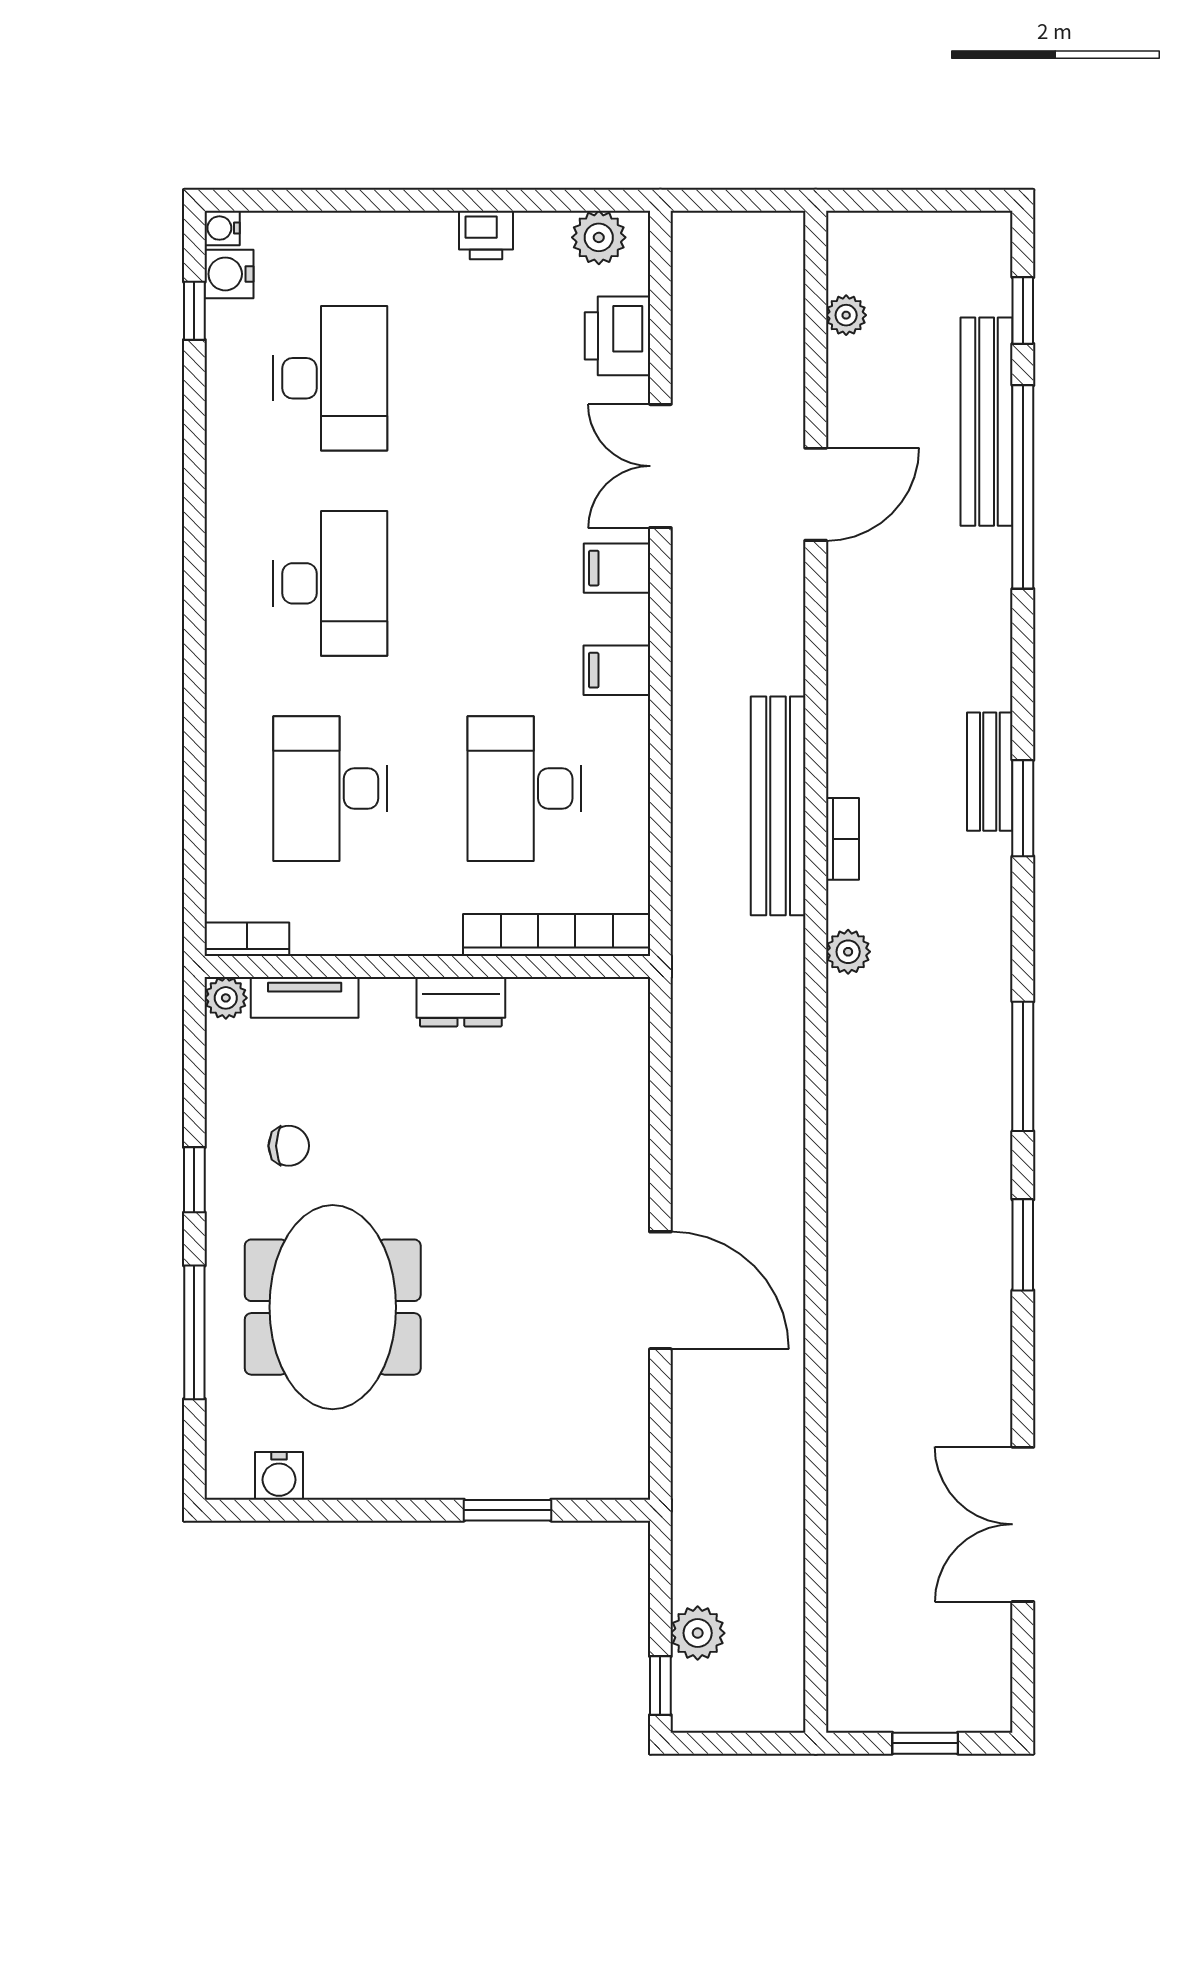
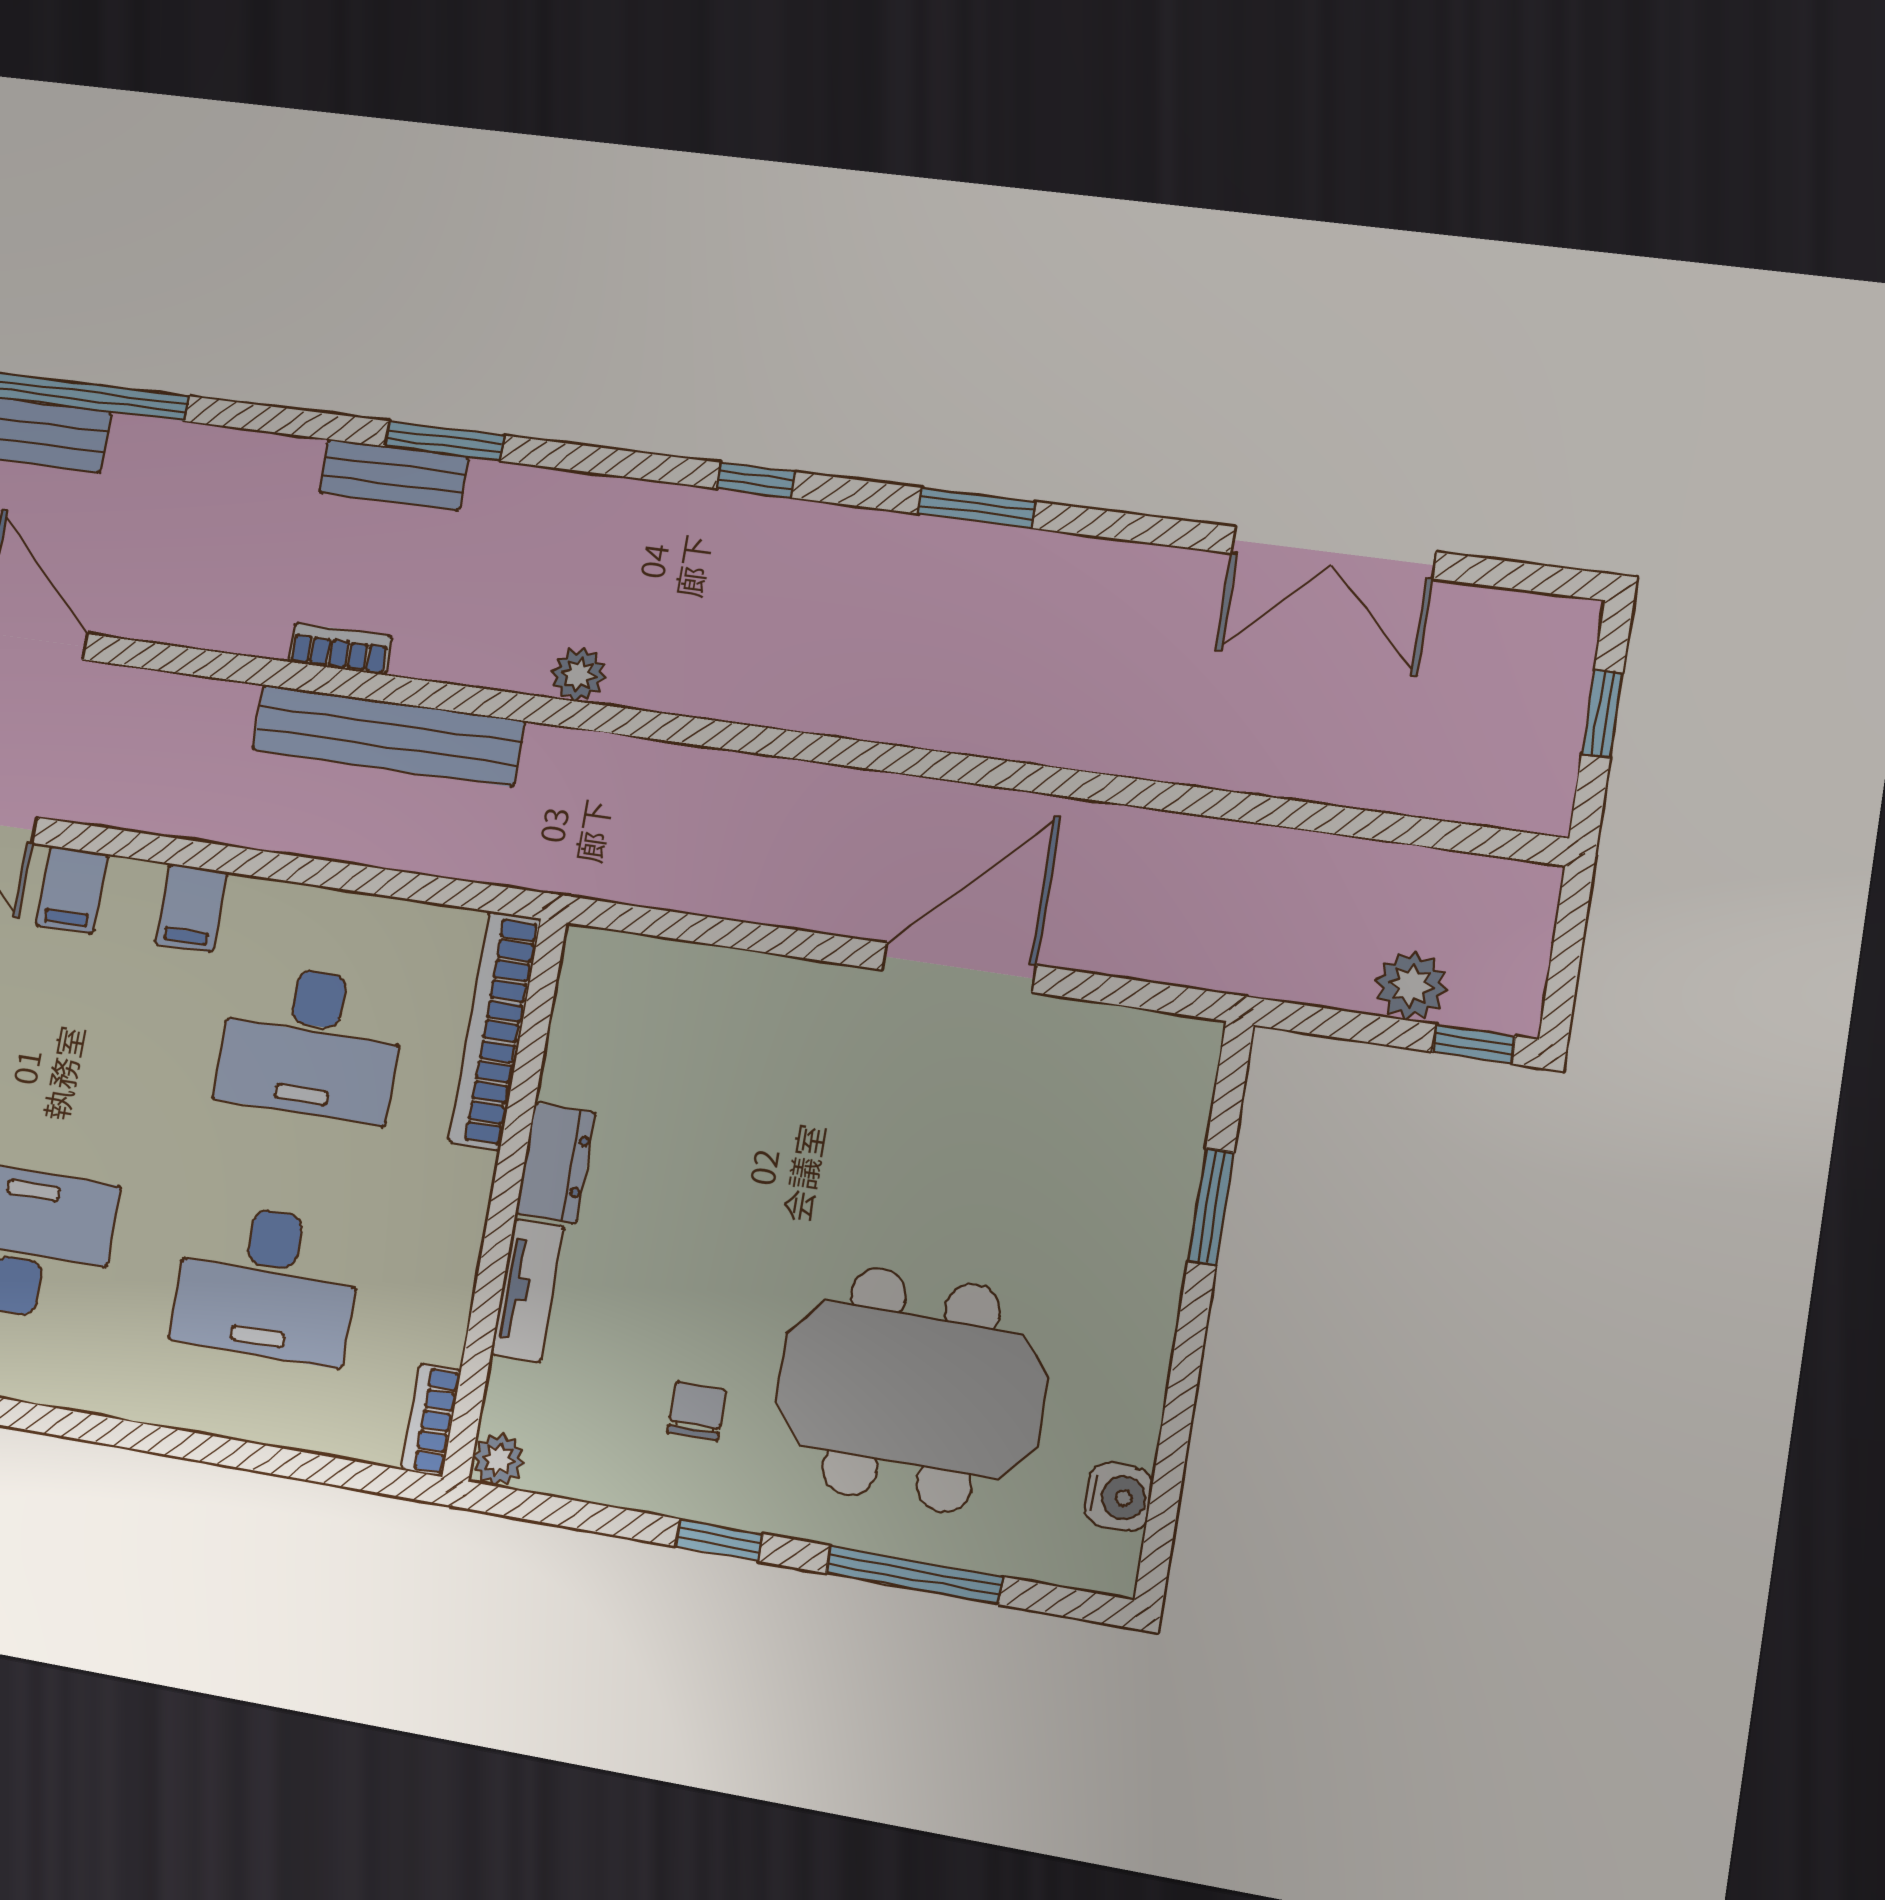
bookcase: (842, 839) -> (340, 649), moved
tv unit: (305, 997) -> (528, 1291), moved
window: (1023, 1066) -> (756, 480), width x0.46

